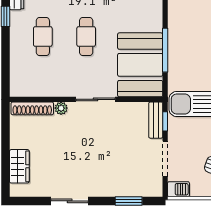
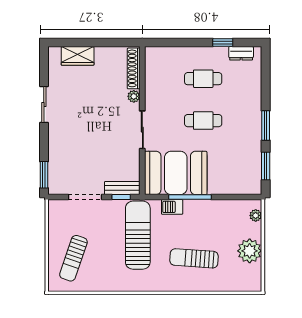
barbecue: (178, 189) -> (172, 207), moved, turned 90
window: (129, 201) -> (44, 175), moved

